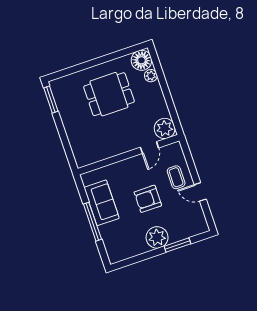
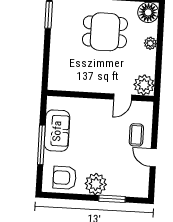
plant: (151, 76) -> (150, 43), moved
armchair: (148, 199) -> (65, 178), moved

